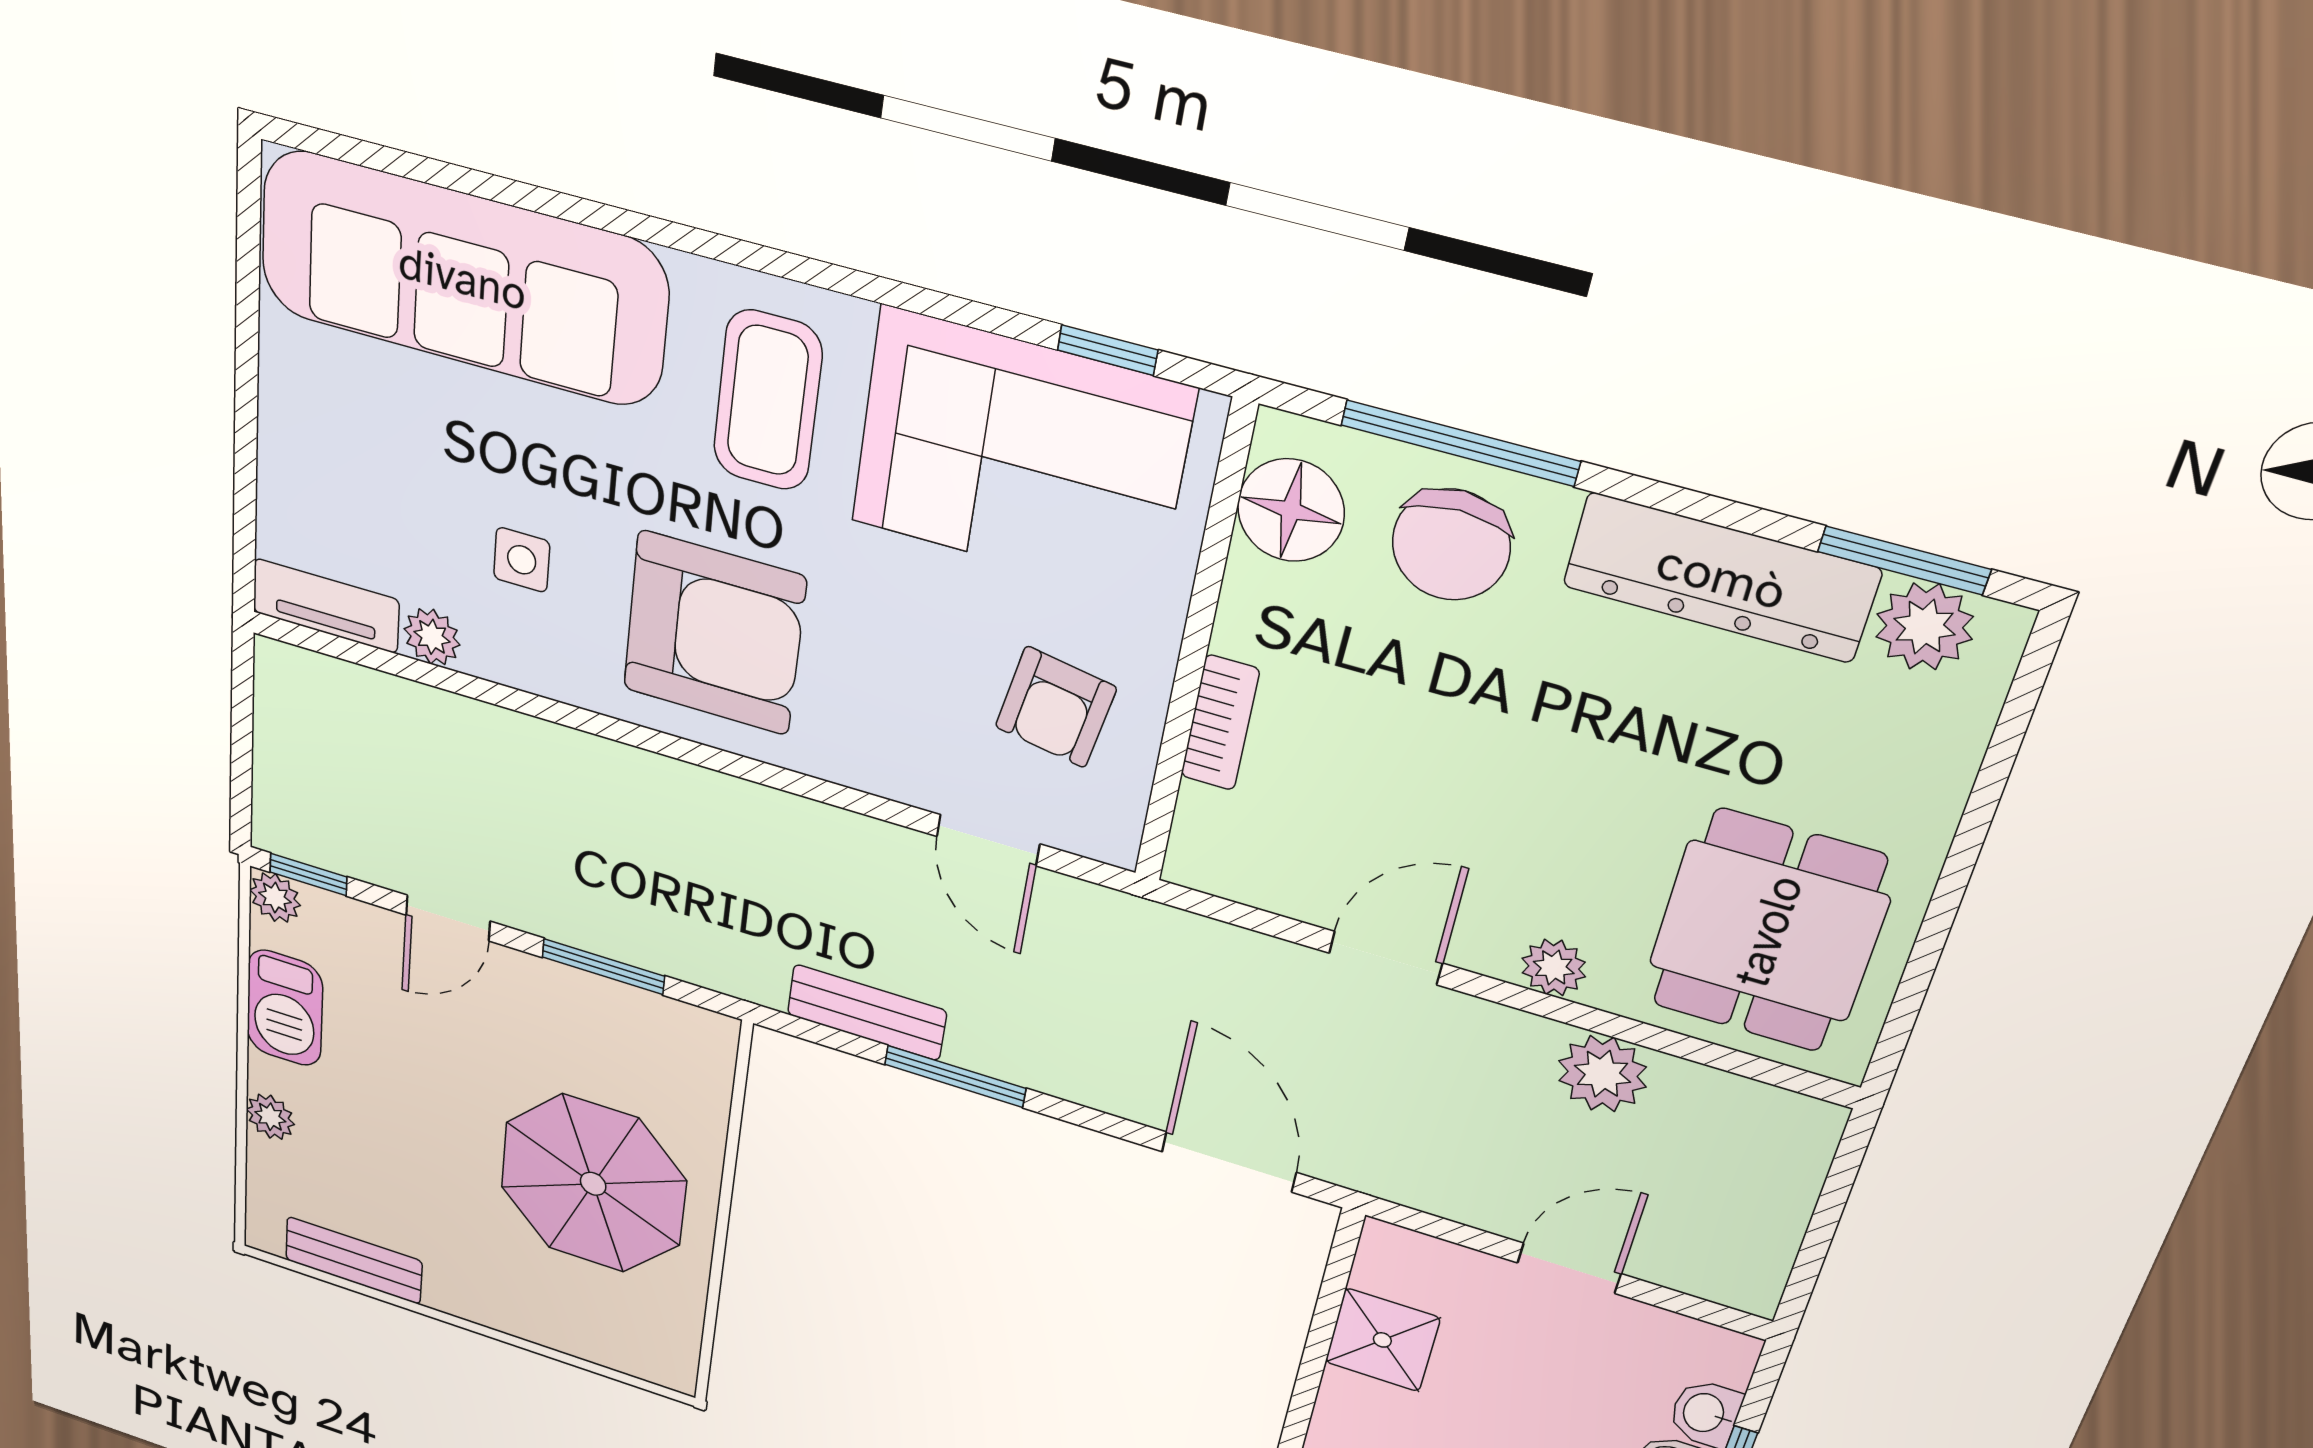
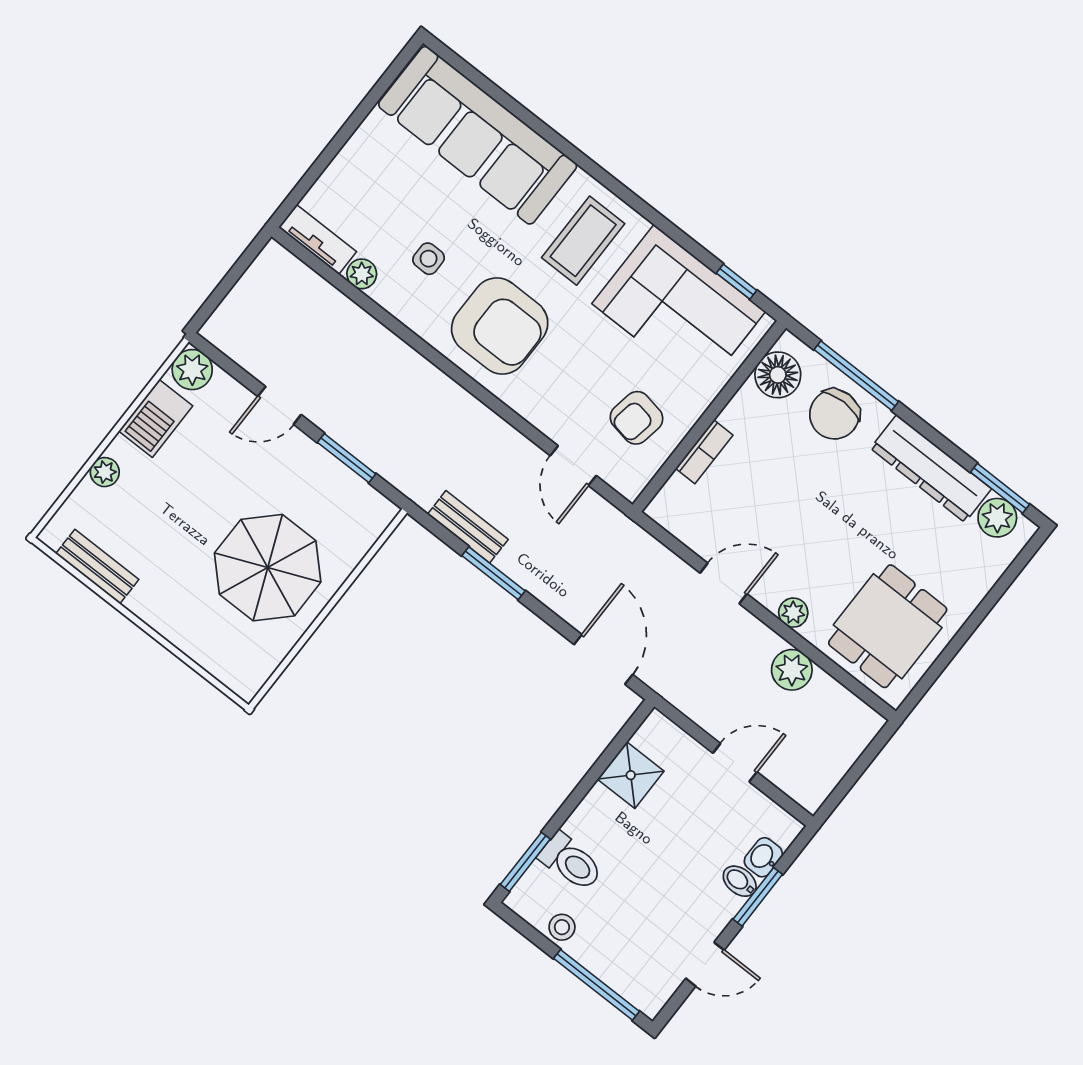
window: (308, 874) -> (218, 357), removed
plant: (275, 898) -> (192, 370), width x1.38, depth x1.38

